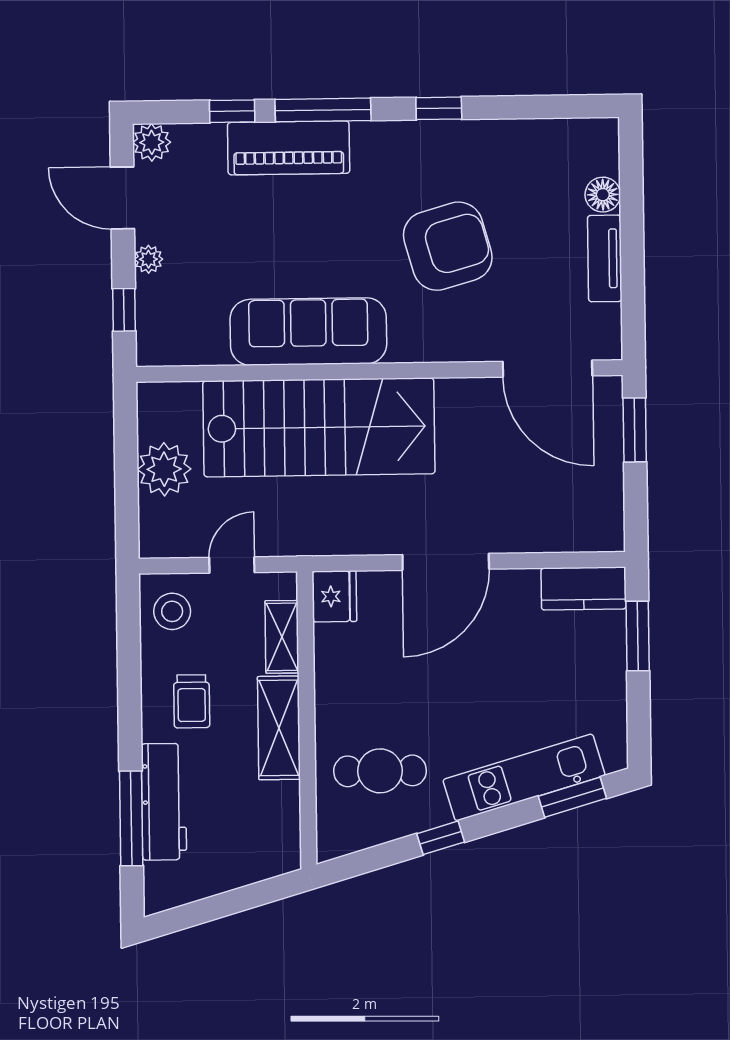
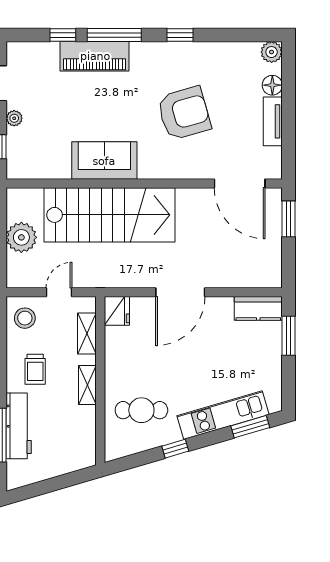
plant: (152, 142) -> (272, 52), moved
sofa: (308, 332) -> (104, 161), width x0.73
shelving: (279, 728) -> (87, 385), width x0.67, depth x0.75

